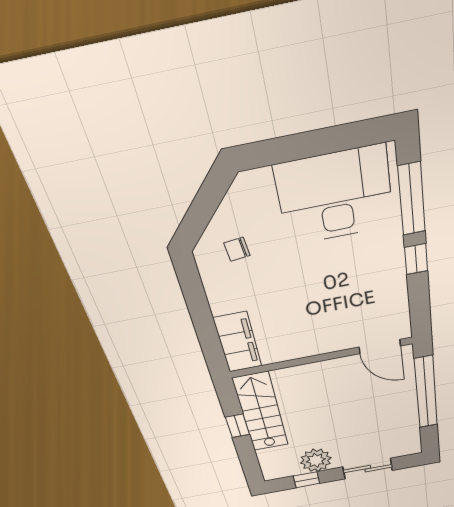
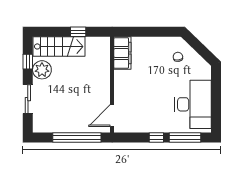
filing cabinet: (238, 342) -> (122, 53), moved, turned -90
stairs: (261, 412) -> (59, 46), moved

